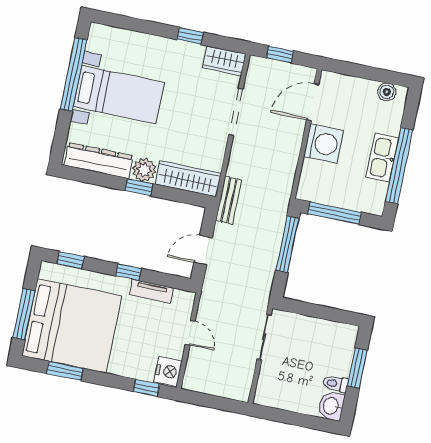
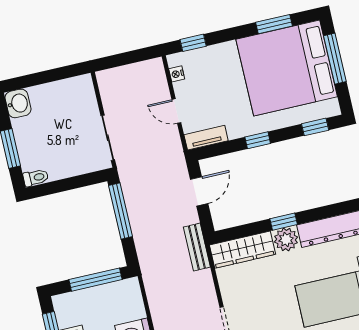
window: (287, 244) -> (120, 211), moved
tv unit: (151, 291) -> (206, 138), moved
nightstand: (168, 371) -> (177, 74), width x0.53, depth x0.56
toilet: (335, 384) -> (36, 178), moved

